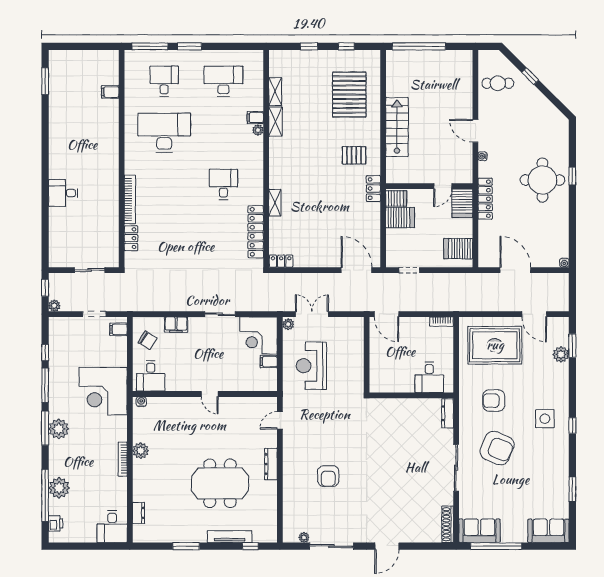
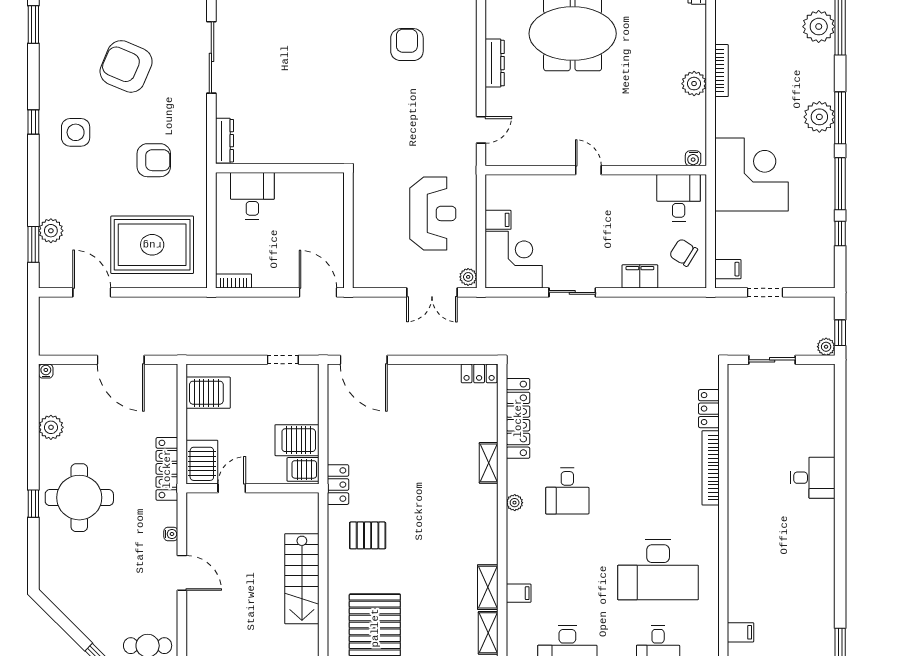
plant: (258, 130) -> (515, 503), moved
plant: (561, 226) -> (51, 427), added
plant: (54, 306) -> (826, 347), moved
armchair: (497, 448) -> (126, 66), moved

